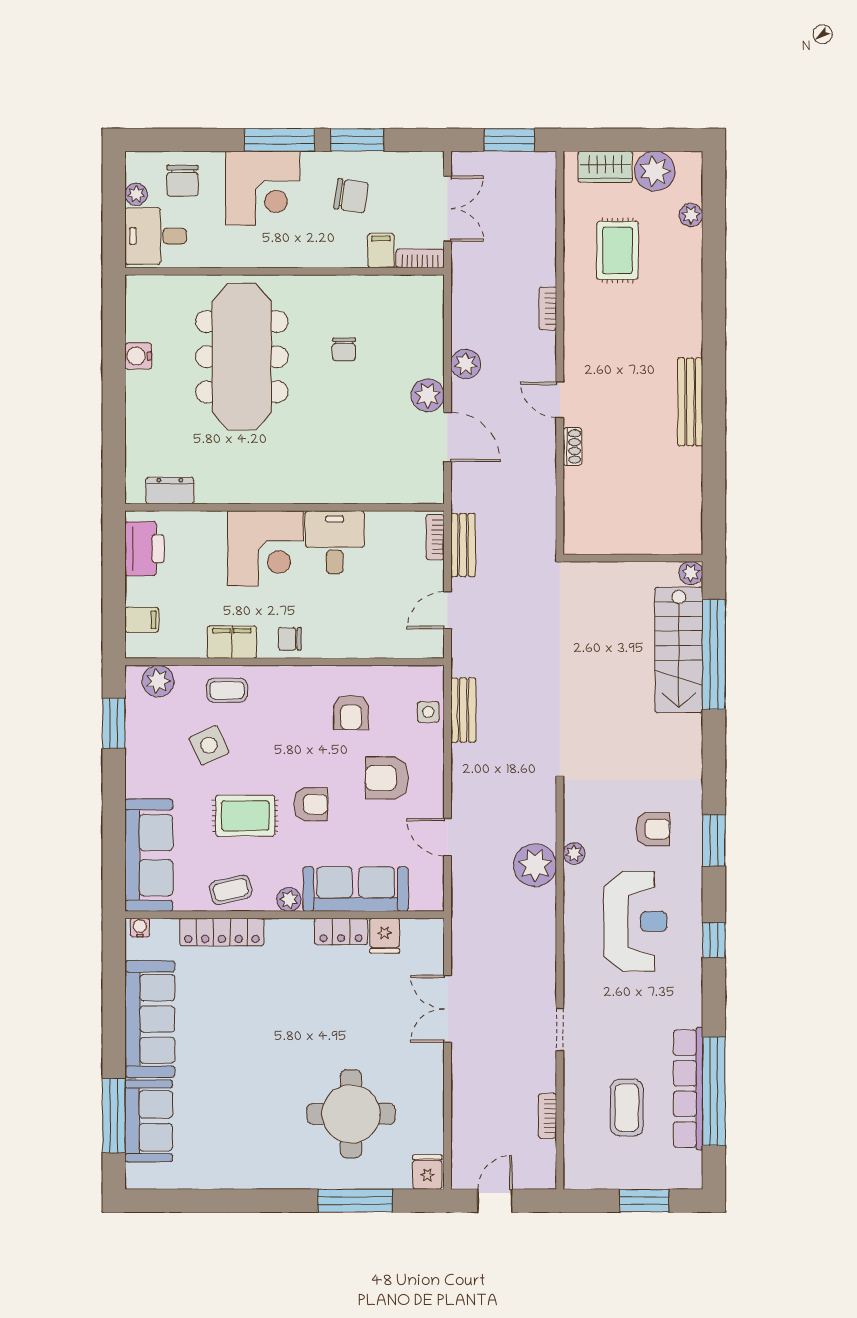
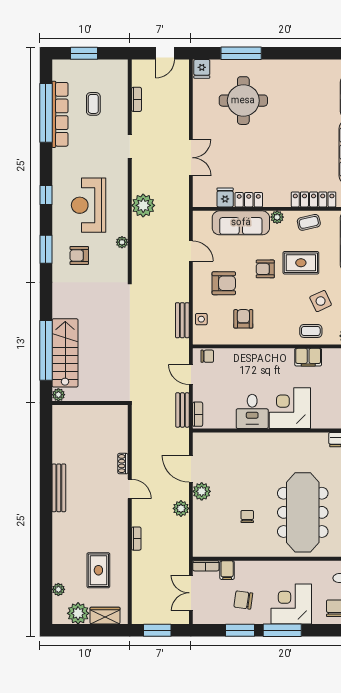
door: (447, 610) -> (191, 375), swing flipped
chair: (290, 639) -> (207, 356), moved
plant: (535, 865) -> (143, 205), moved
coffee table: (627, 1108) -> (93, 104), width x0.73, depth x0.77

